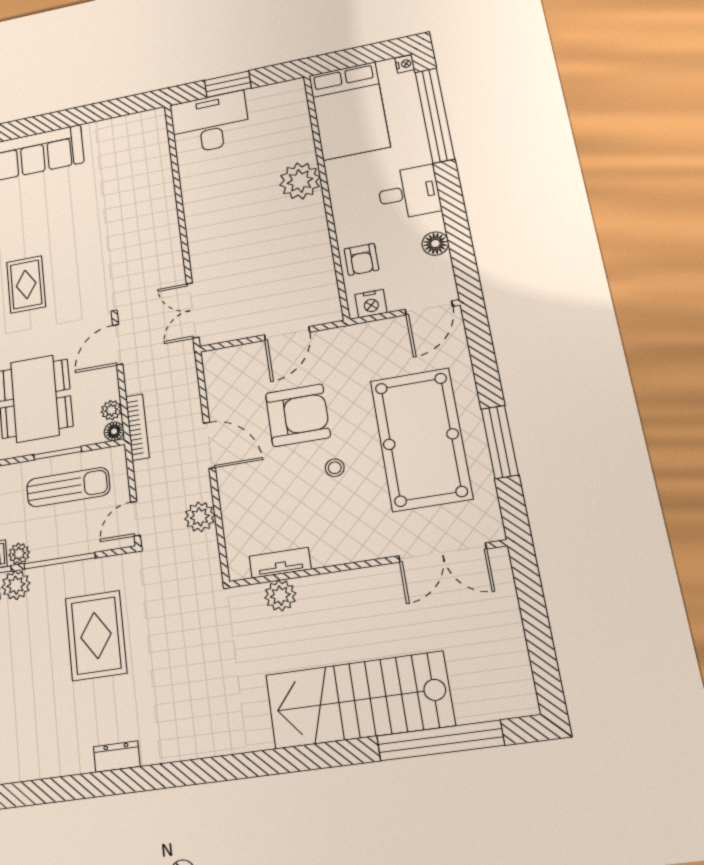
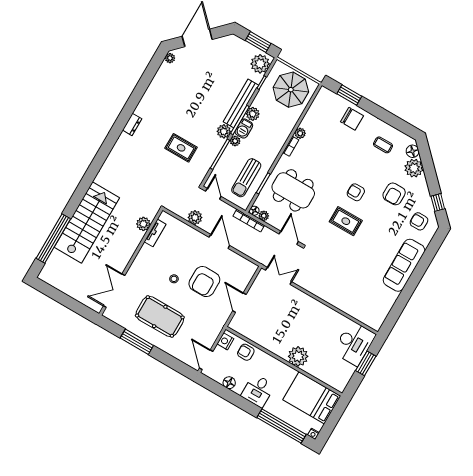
pool table: (421, 439) -> (160, 316), width x0.73, depth x0.76
door: (209, 445) -> (219, 241), swing flipped
rug: (96, 636) -> (181, 148), width x0.73, depth x0.70

